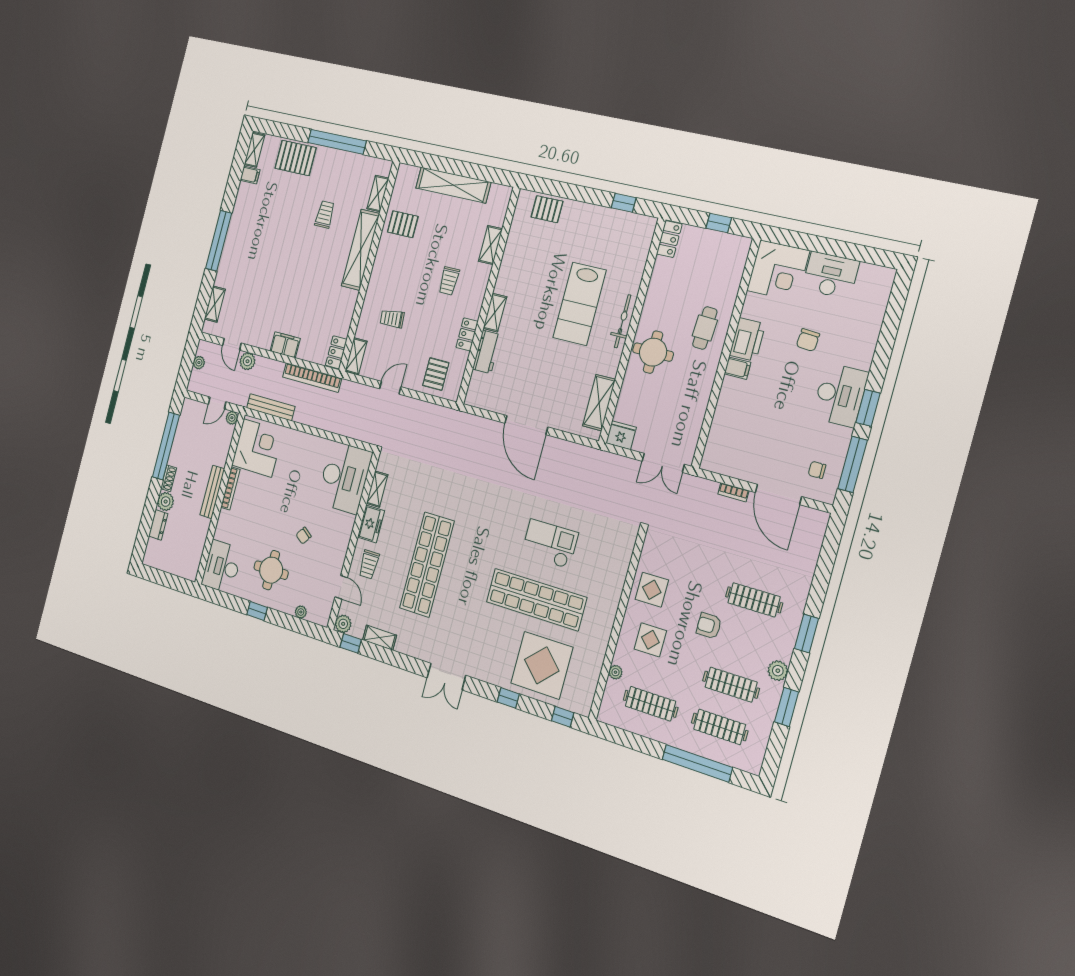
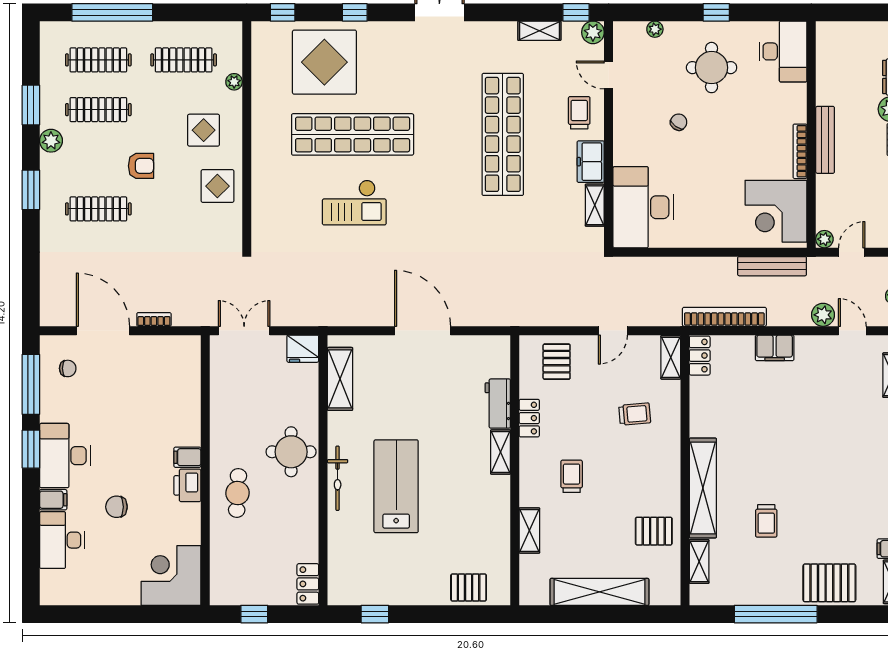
desk: (830, 275) -> (62, 540), moved, turned 90
printer: (747, 340) -> (187, 485), width x0.73, depth x0.84
chair: (808, 340) -> (116, 507), turned -94
filing cabinet: (861, 359) -> (53, 500), added

